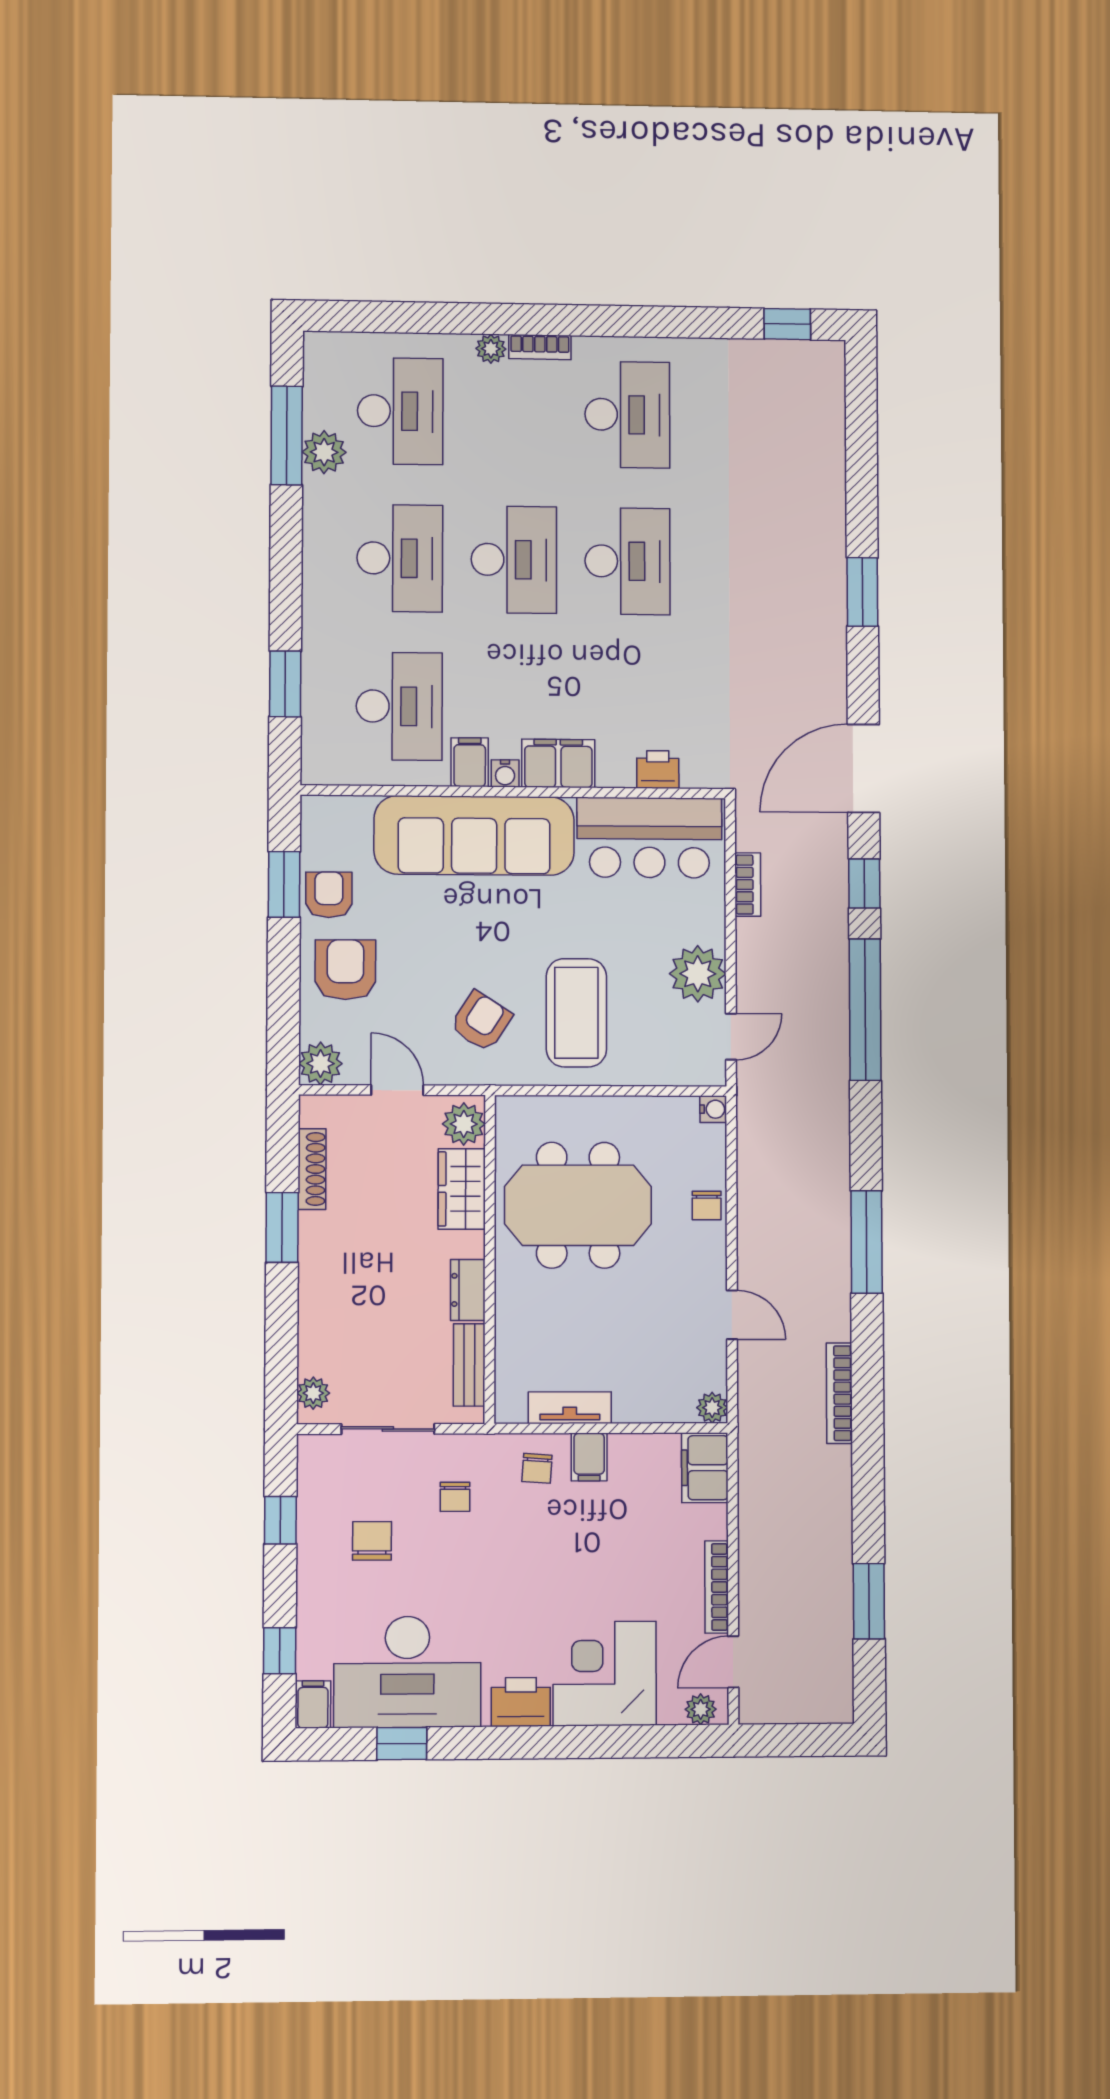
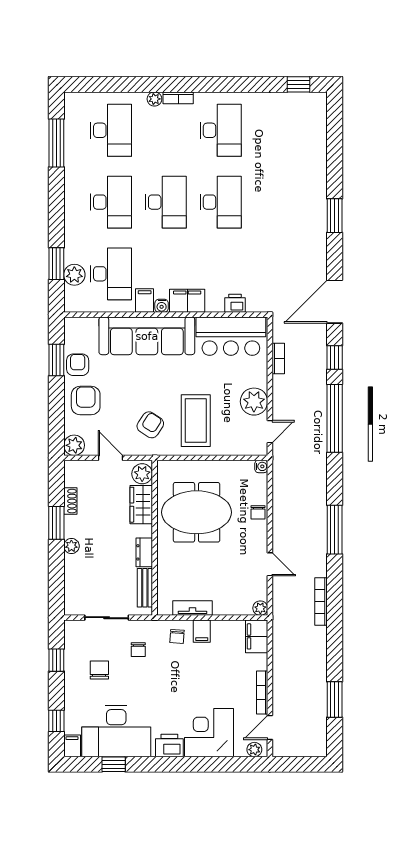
plant: (324, 452) -> (74, 275), moved
shoe rack: (312, 1169) -> (70, 501), width x0.70
plant: (313, 1393) -> (71, 546), moved

